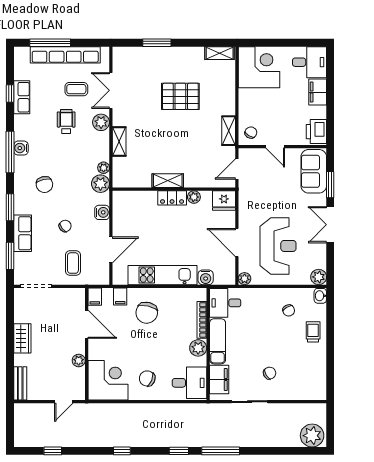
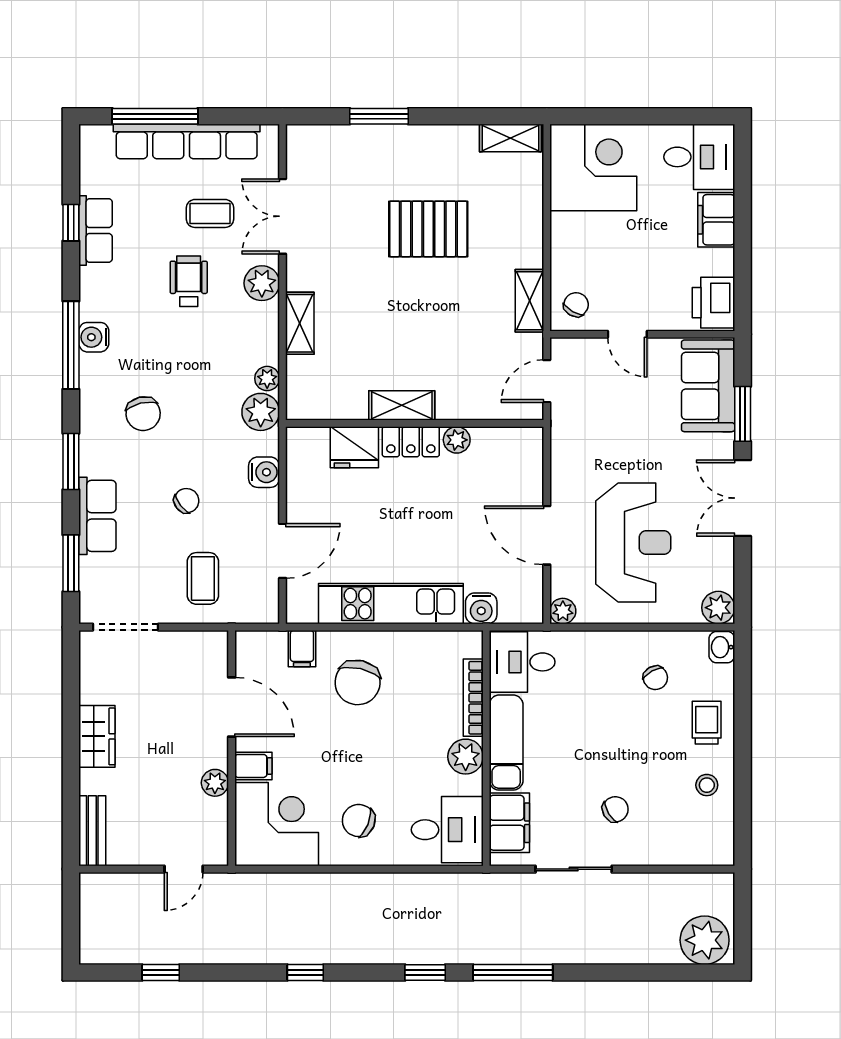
fridge: (224, 200) -> (354, 447), moved
filing cabinet: (95, 297) -> (253, 766), moved, turned -90
stool: (313, 362) -> (707, 785), added

